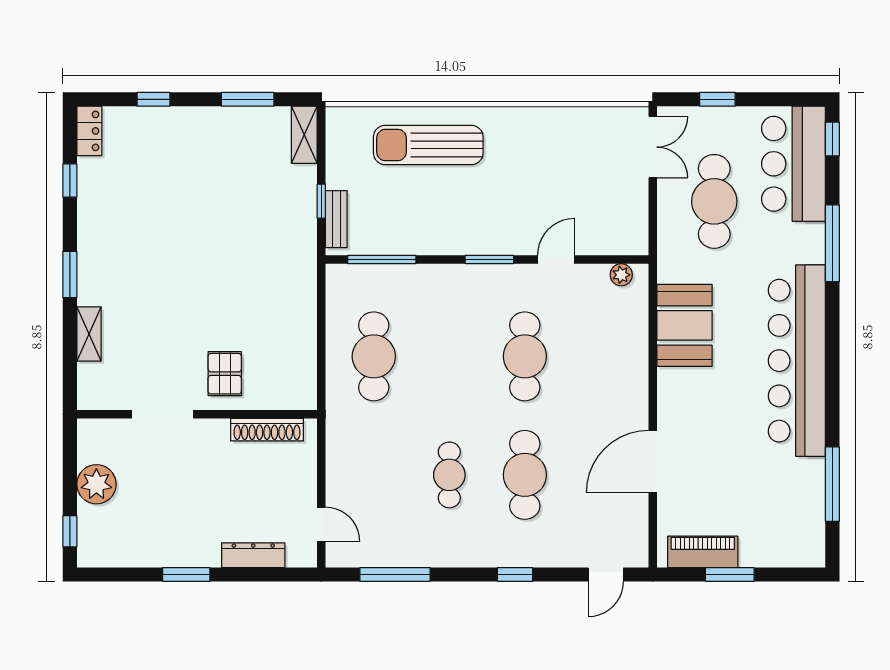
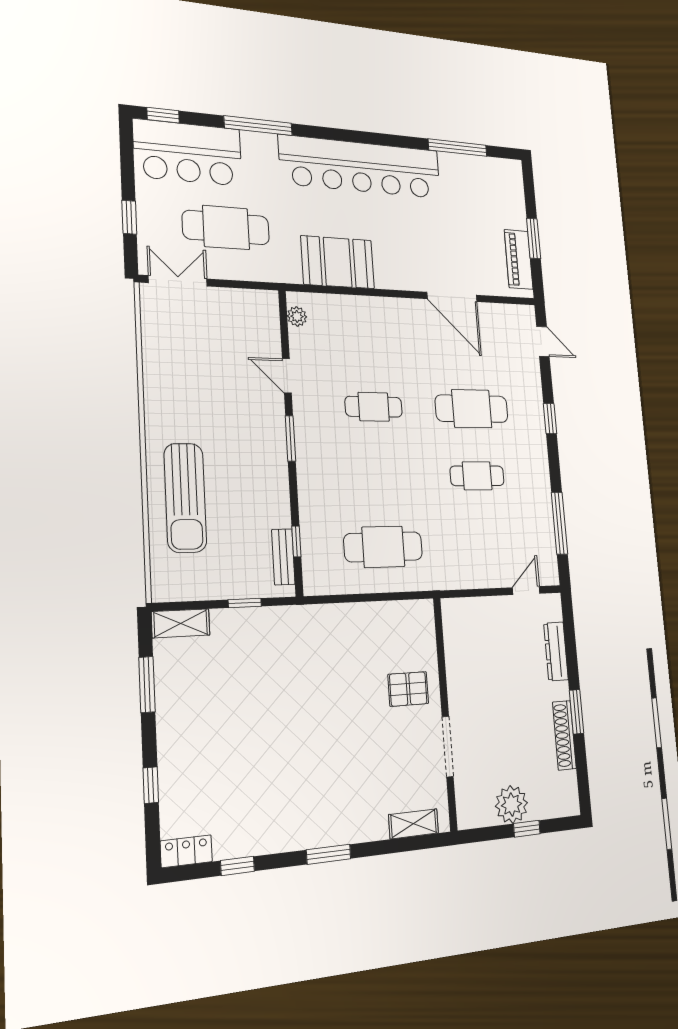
bench: (336, 219) -> (283, 557), moved, turned 90
window: (382, 260) -> (296, 541), width x0.46
shelving: (89, 334) -> (414, 824), moved
cafe table: (525, 356) -> (374, 407), width x0.73, depth x0.74
shoe rack: (267, 430) -> (564, 735), moved, turned 180
window: (70, 531) -> (527, 829), moved

